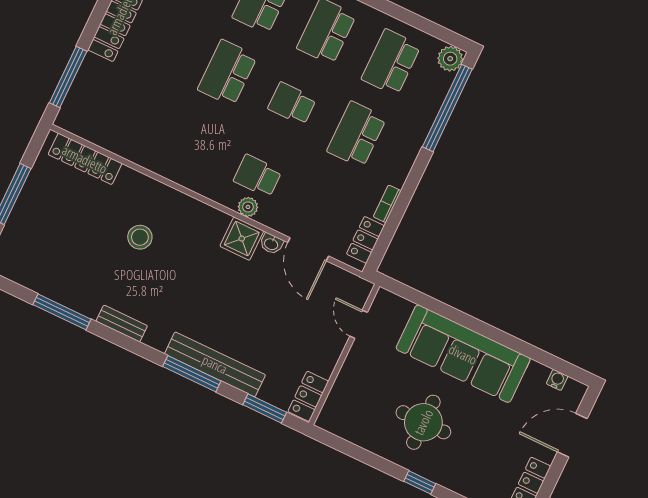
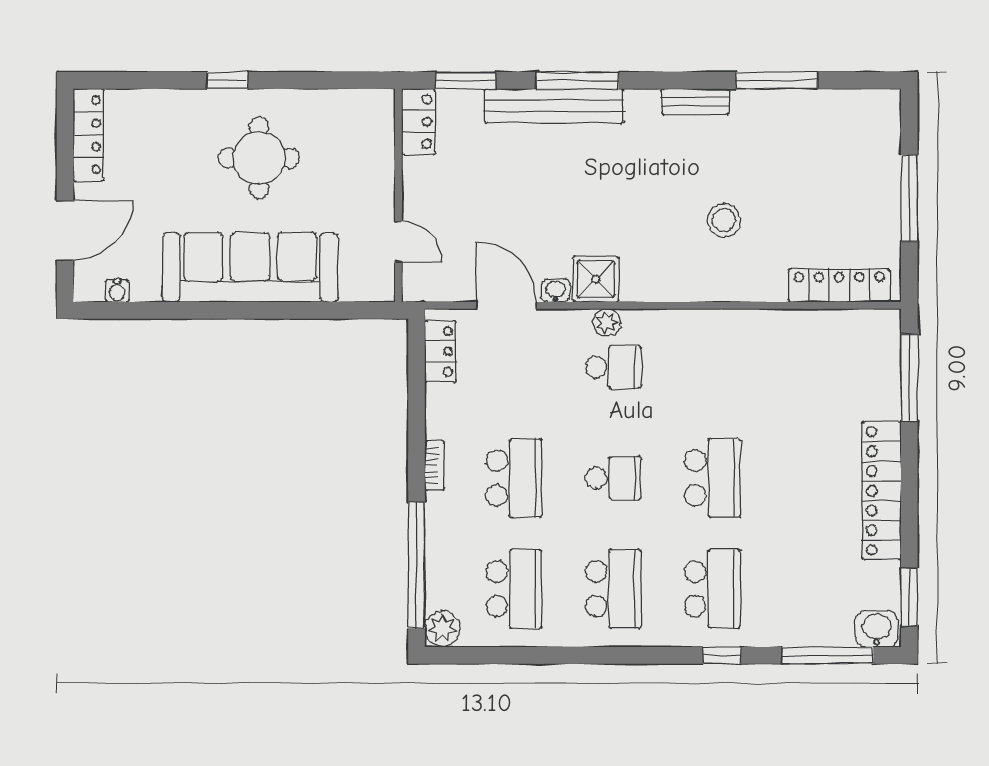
bookcase: (387, 204) -> (435, 465), moved

